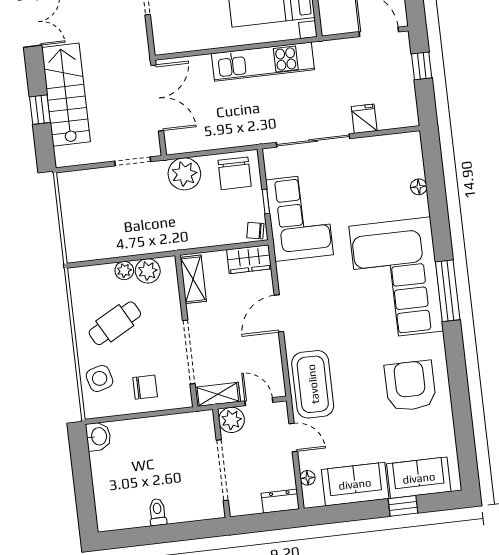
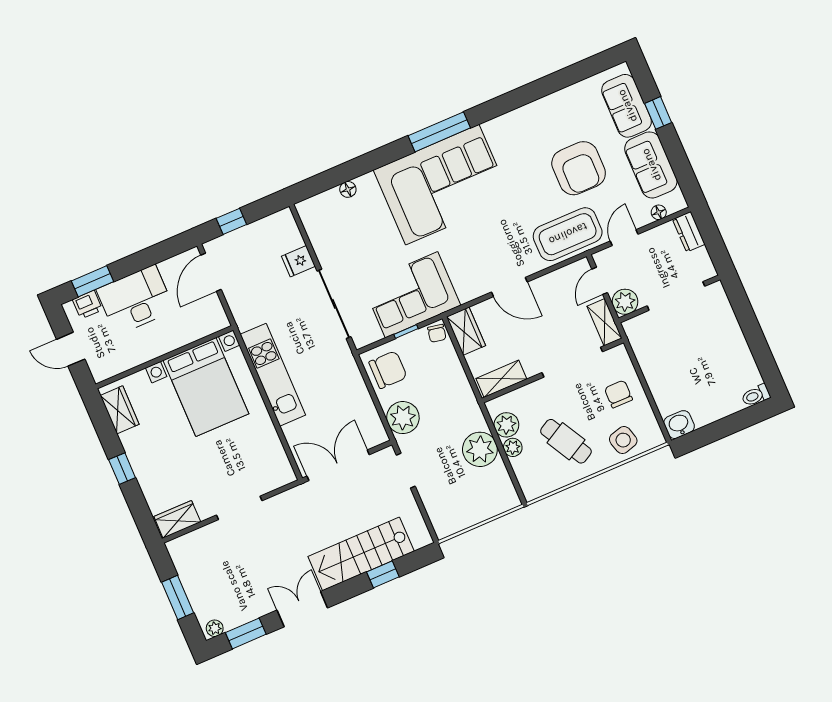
plant: (132, 239) -> (480, 449), added
armchair: (410, 386) -> (579, 168), moved, turned -90
toilet: (158, 512) -> (756, 395), moved

